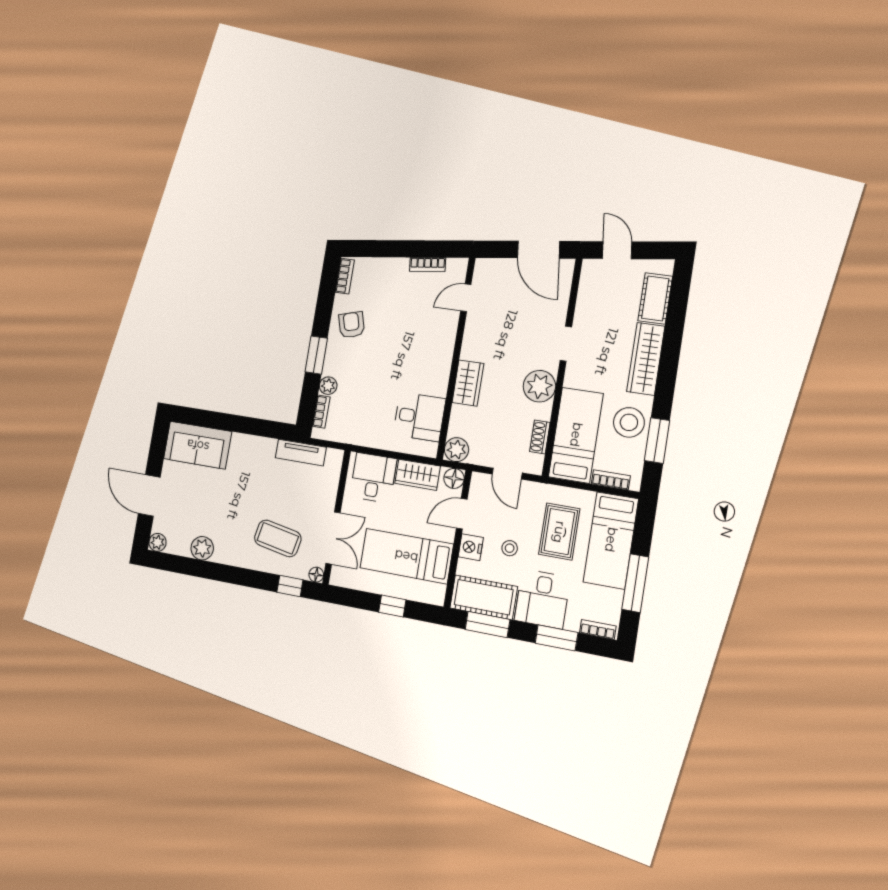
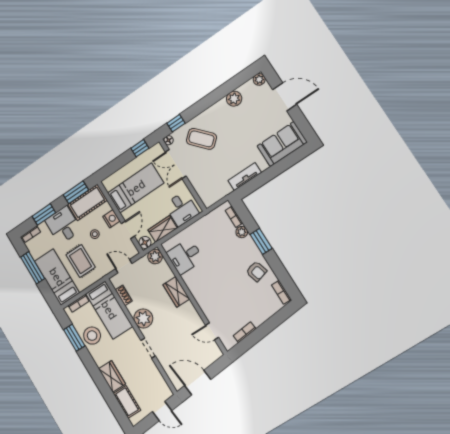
door: (466, 298) -> (212, 331), swing flipped
wardrobe: (646, 359) -> (112, 376), width x0.67
tv unit: (301, 453) -> (245, 176), moved
coffee table: (278, 538) -> (201, 139), turned 37
window: (392, 606) -> (140, 148), moved

